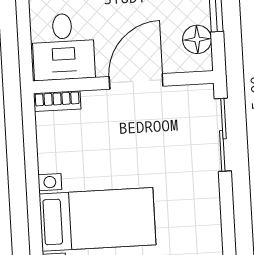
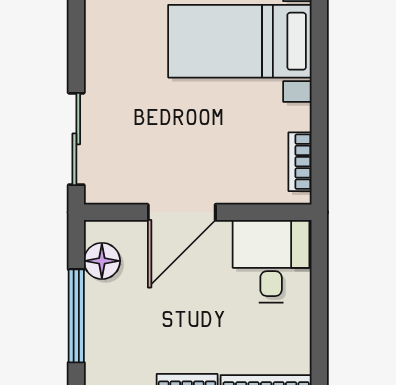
bookcase: (57, 101) -> (300, 162), moved, turned -90

